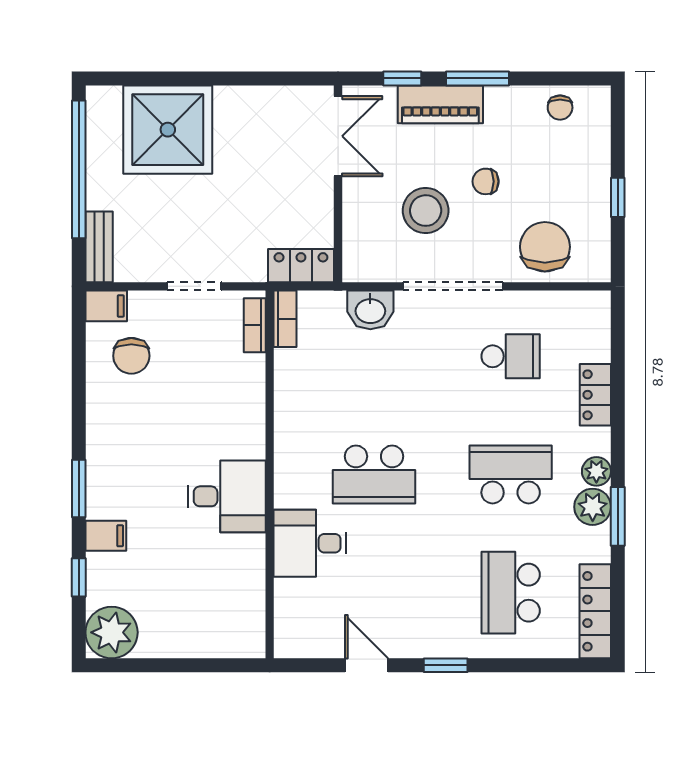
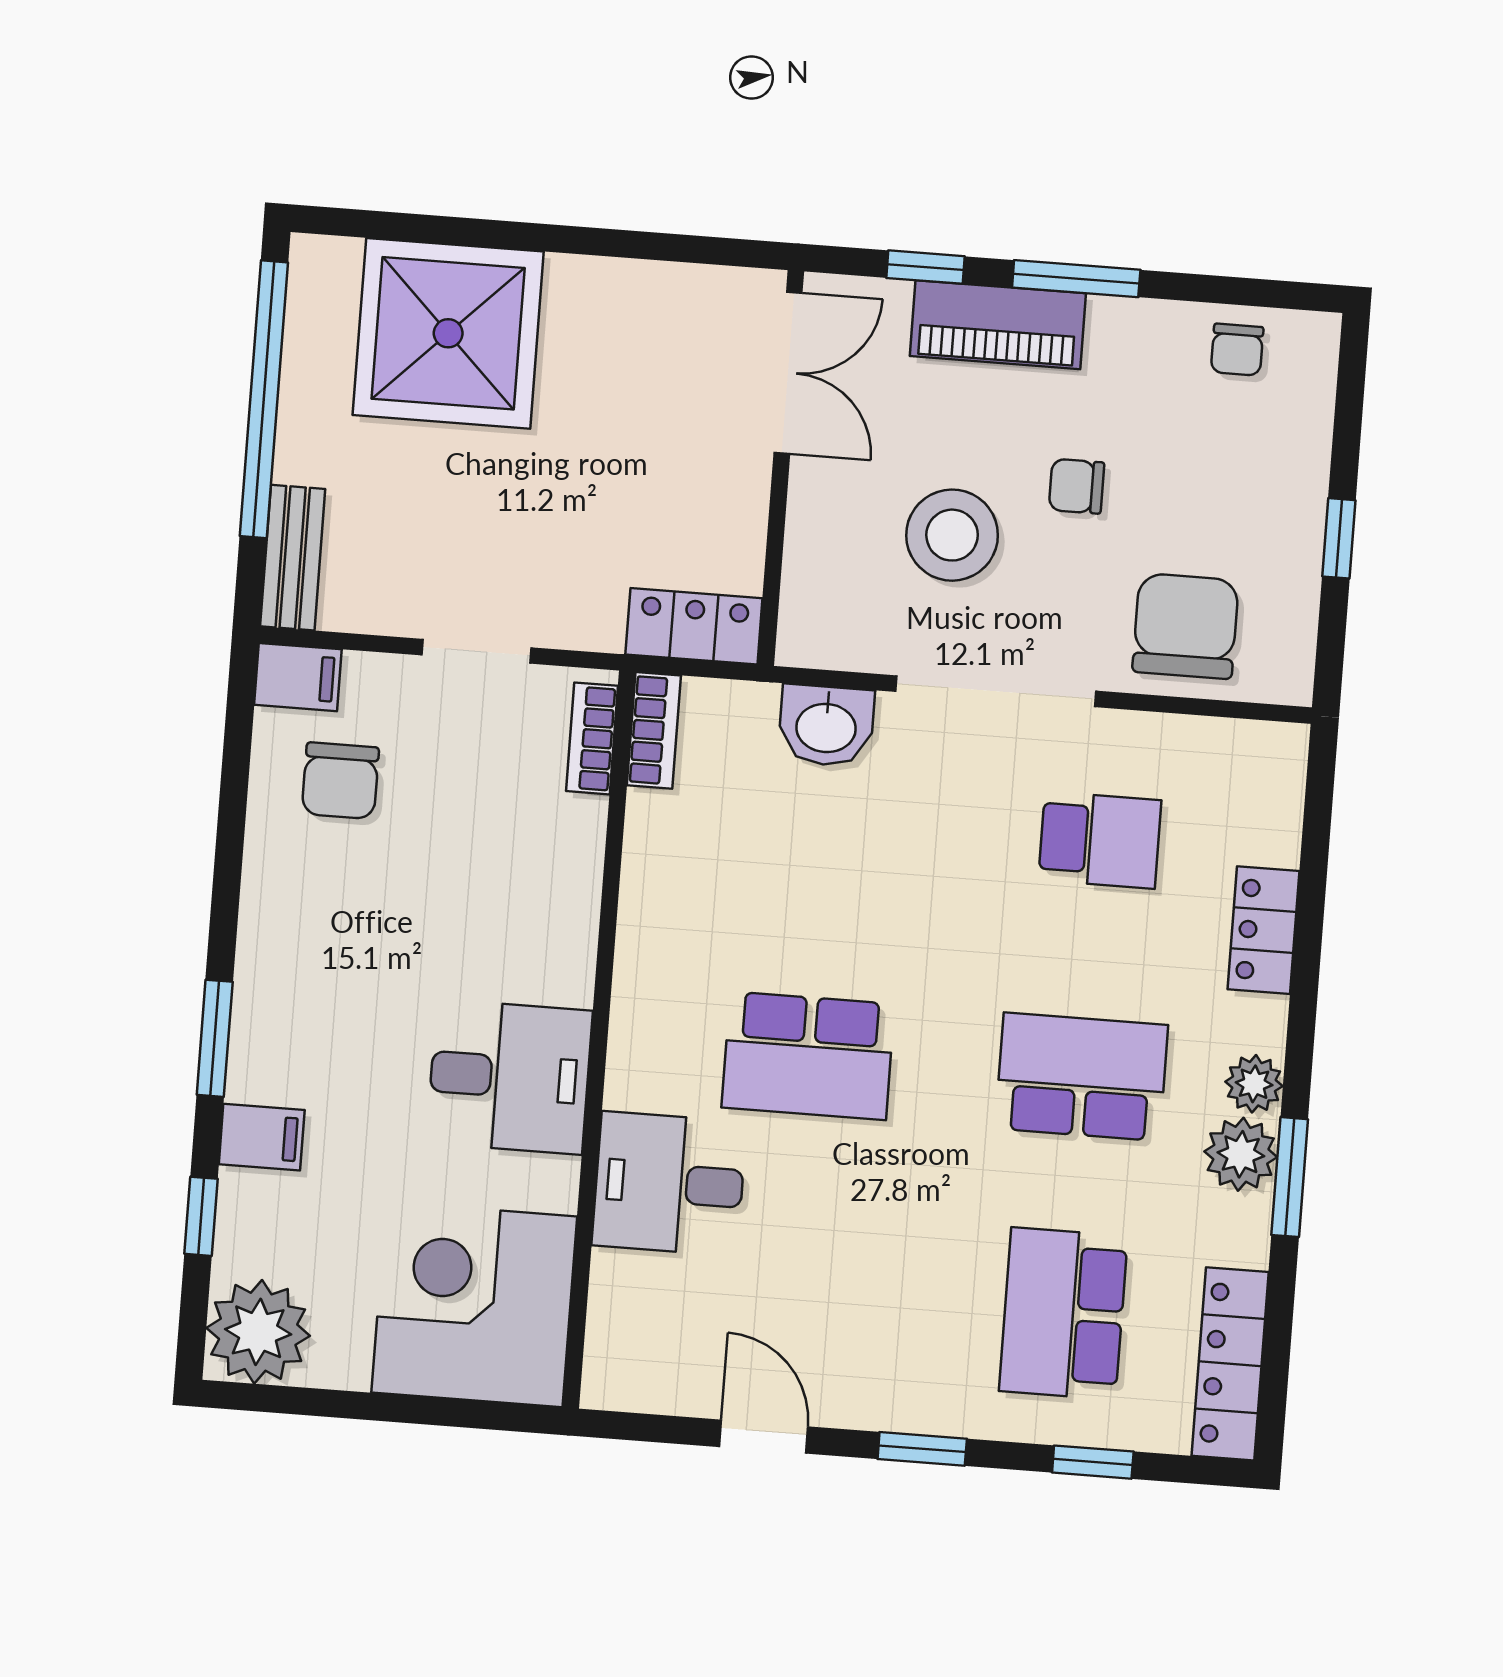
corner desk: (218, 611) -> (474, 1305), added
window: (531, 665) -> (1093, 1462), added

